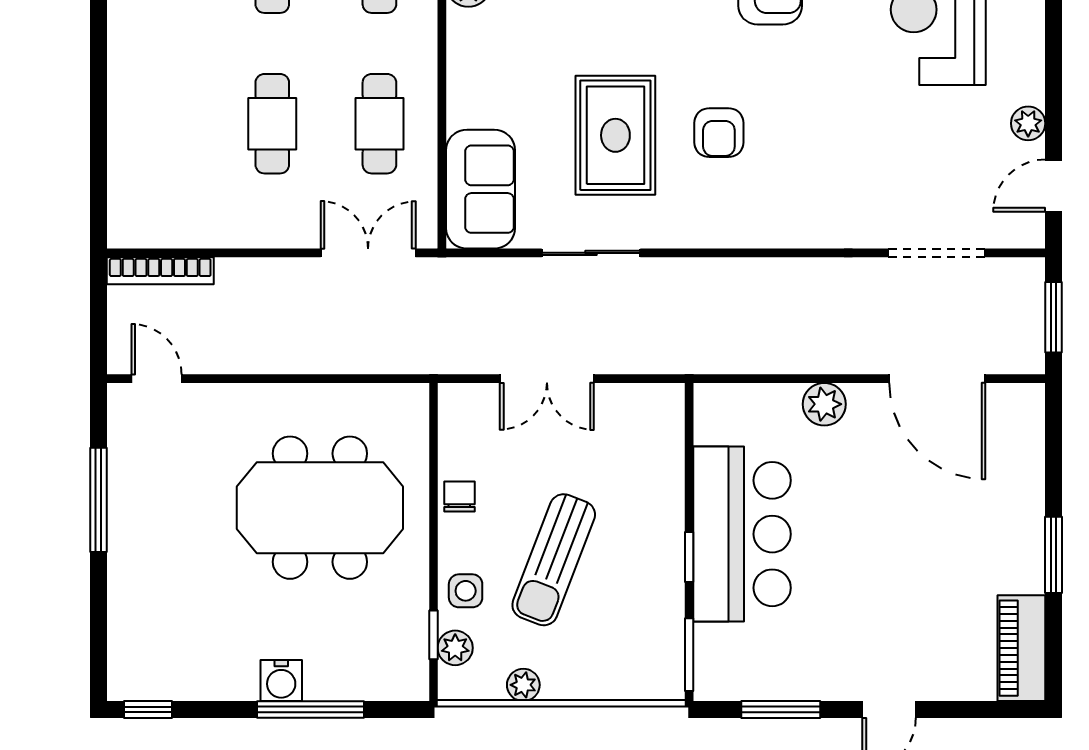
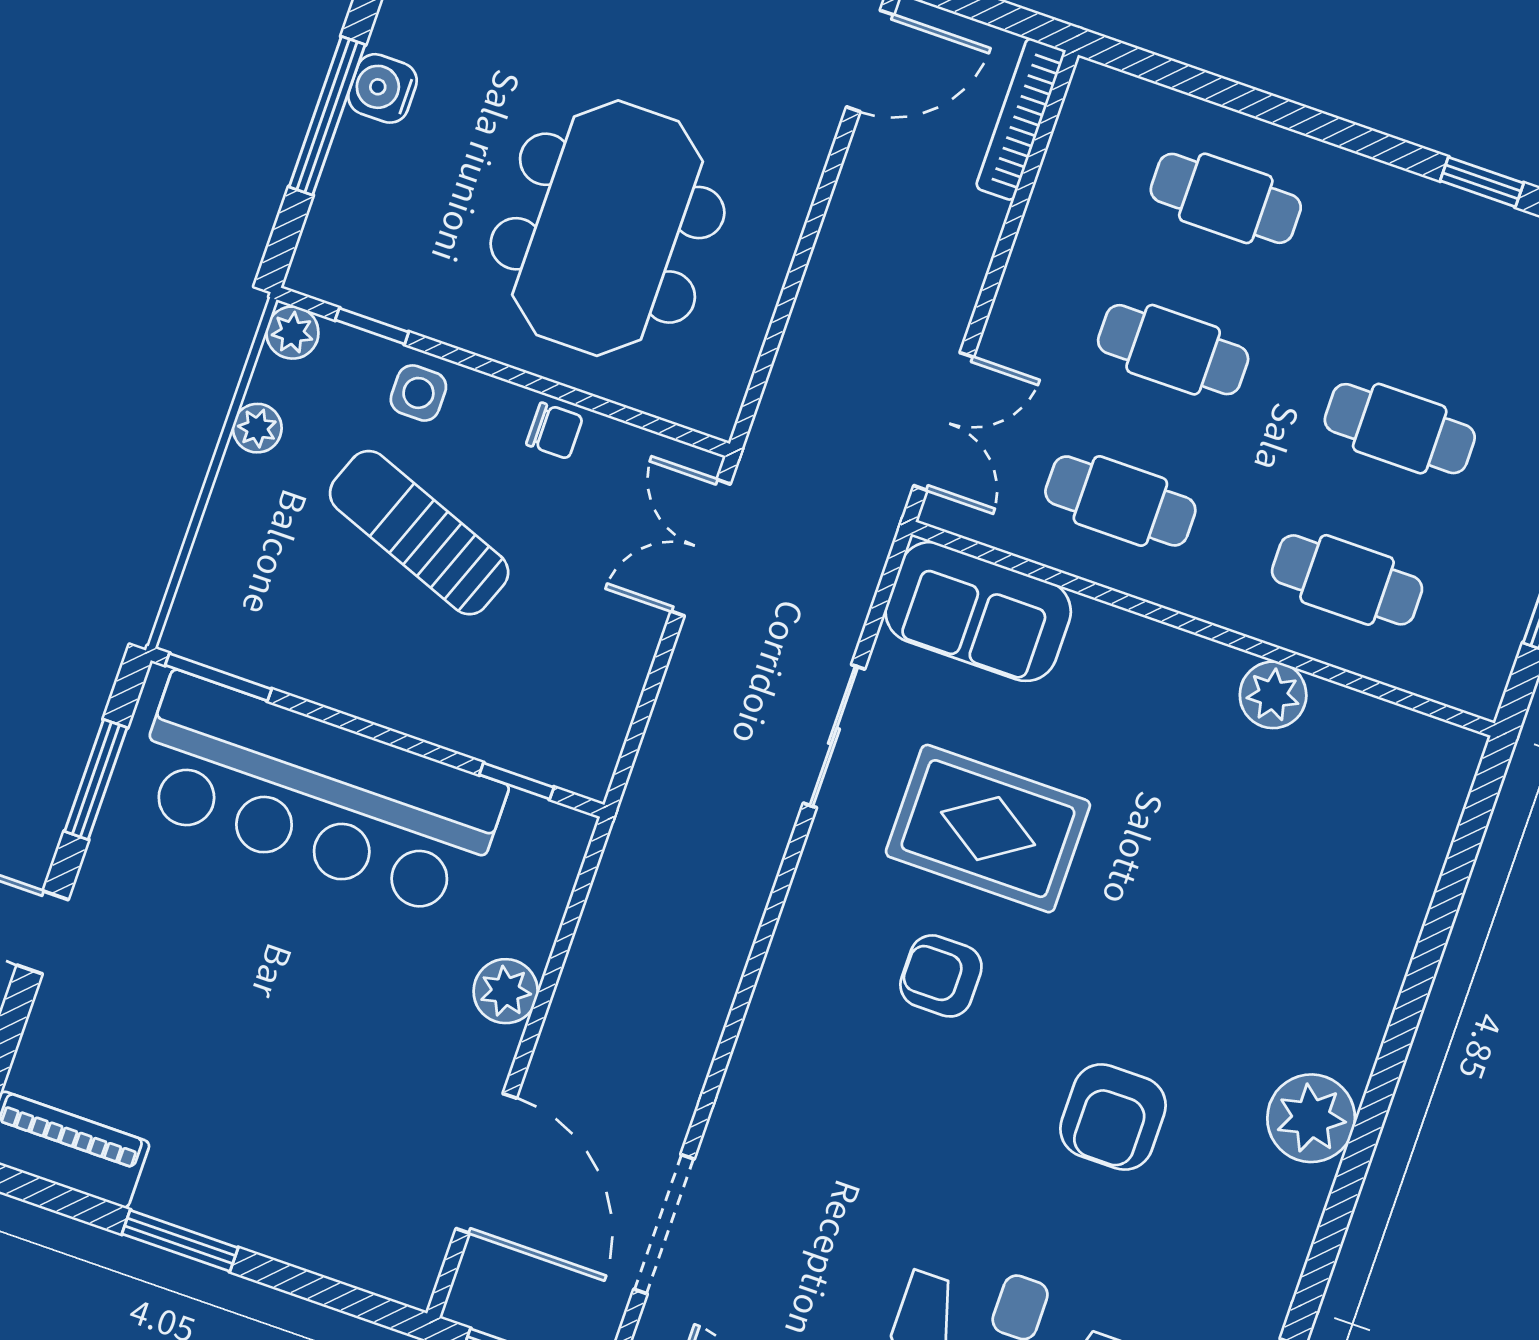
cafe table: (165, 124) -> (1226, 198), added
door: (157, 379) -> (870, 61), width x1.38
double door: (547, 379) -> (701, 548), moved
door: (937, 379) -> (486, 1163), swing flipped
bar counter: (742, 534) -> (318, 795), width x1.36
window: (689, 557) -> (517, 781), moved
plant: (455, 648) -> (292, 333), moved

